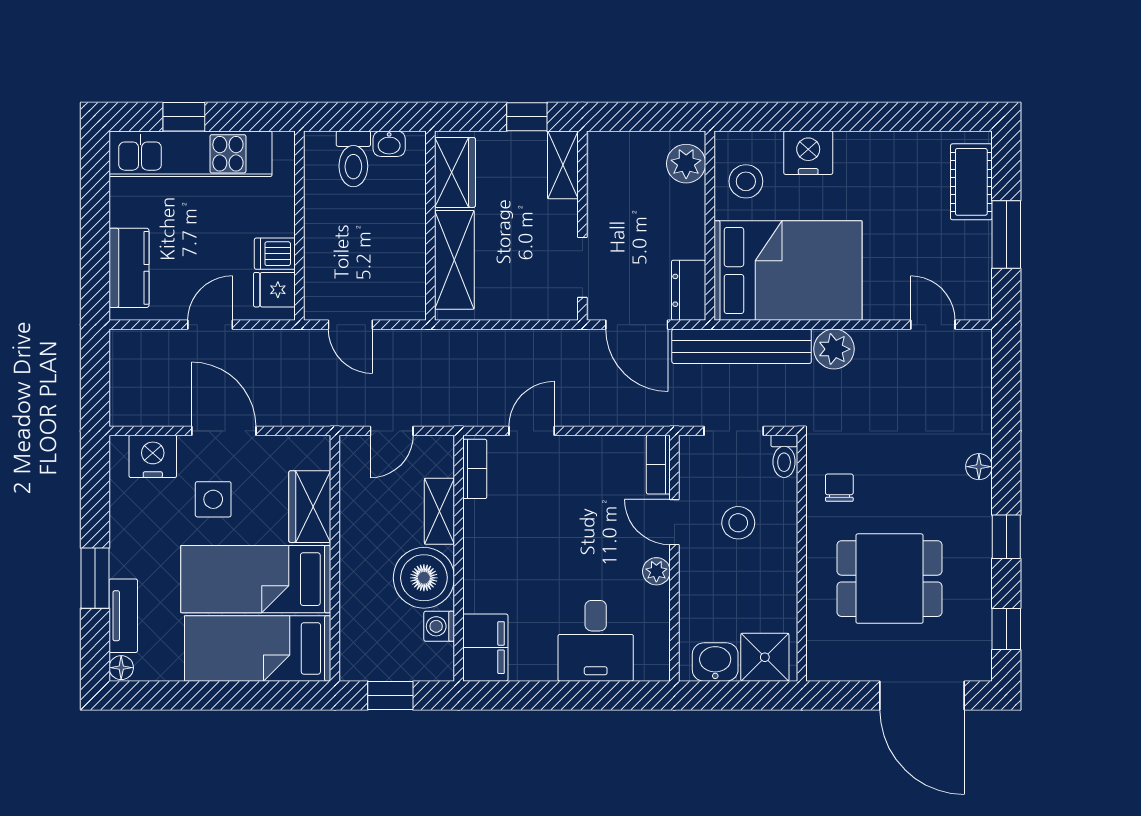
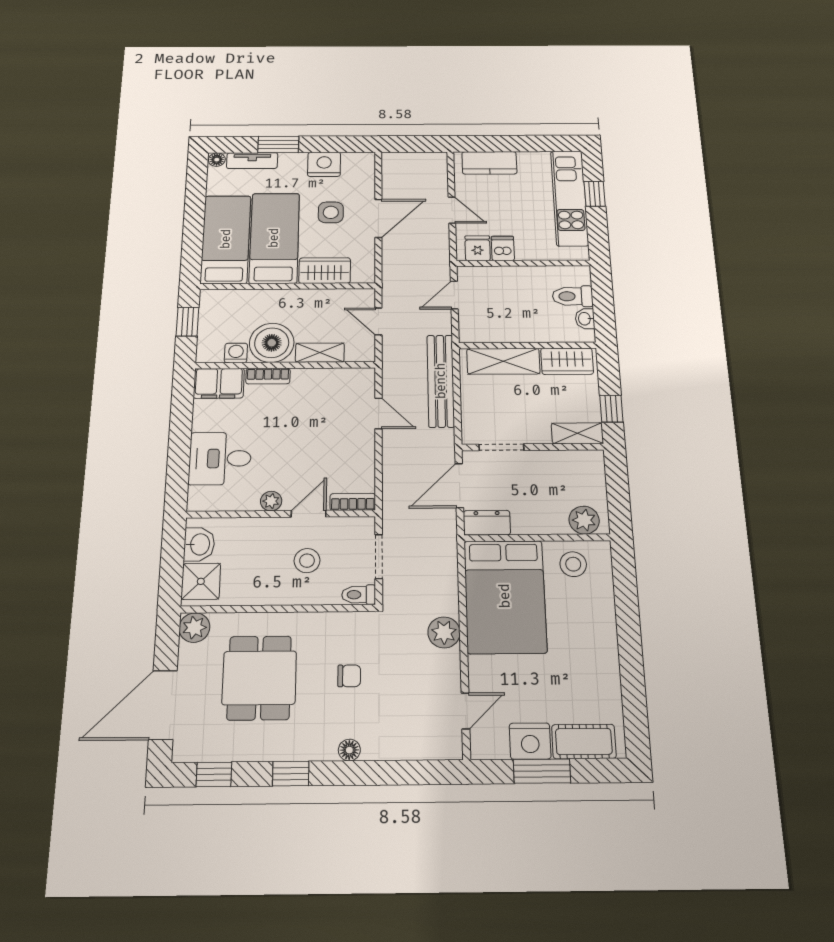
nightstand: (808, 153) -> (530, 741), moved, turned 90
bench: (742, 346) -> (441, 381), moved
nightstand: (153, 456) -> (324, 164), moved, turned -90
bookcase: (475, 469) -> (268, 376), moved
chair: (839, 488) -> (349, 676), moved
plant: (825, 662) -> (194, 628), added

